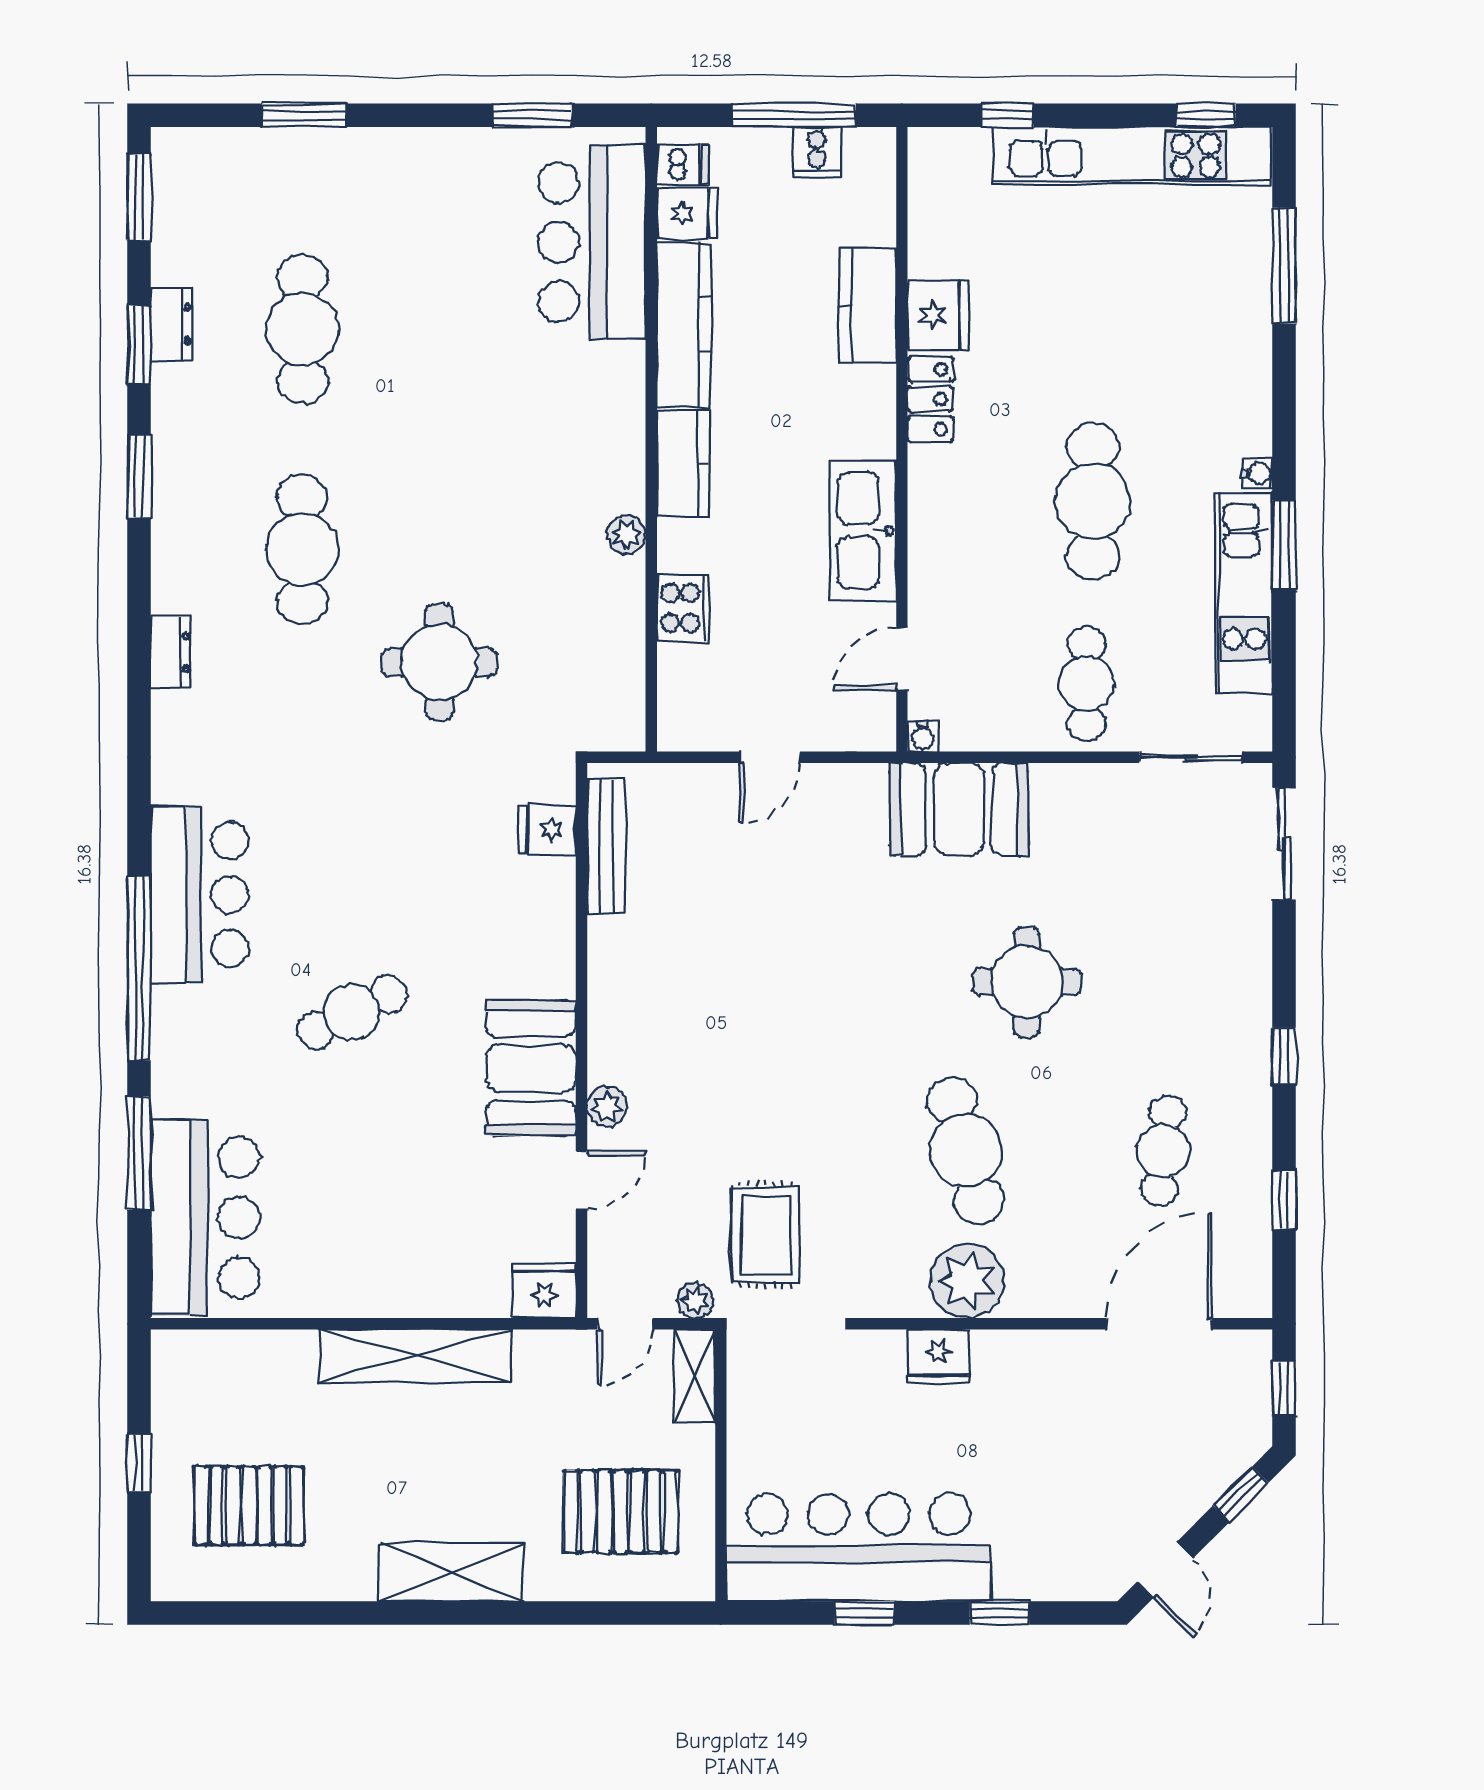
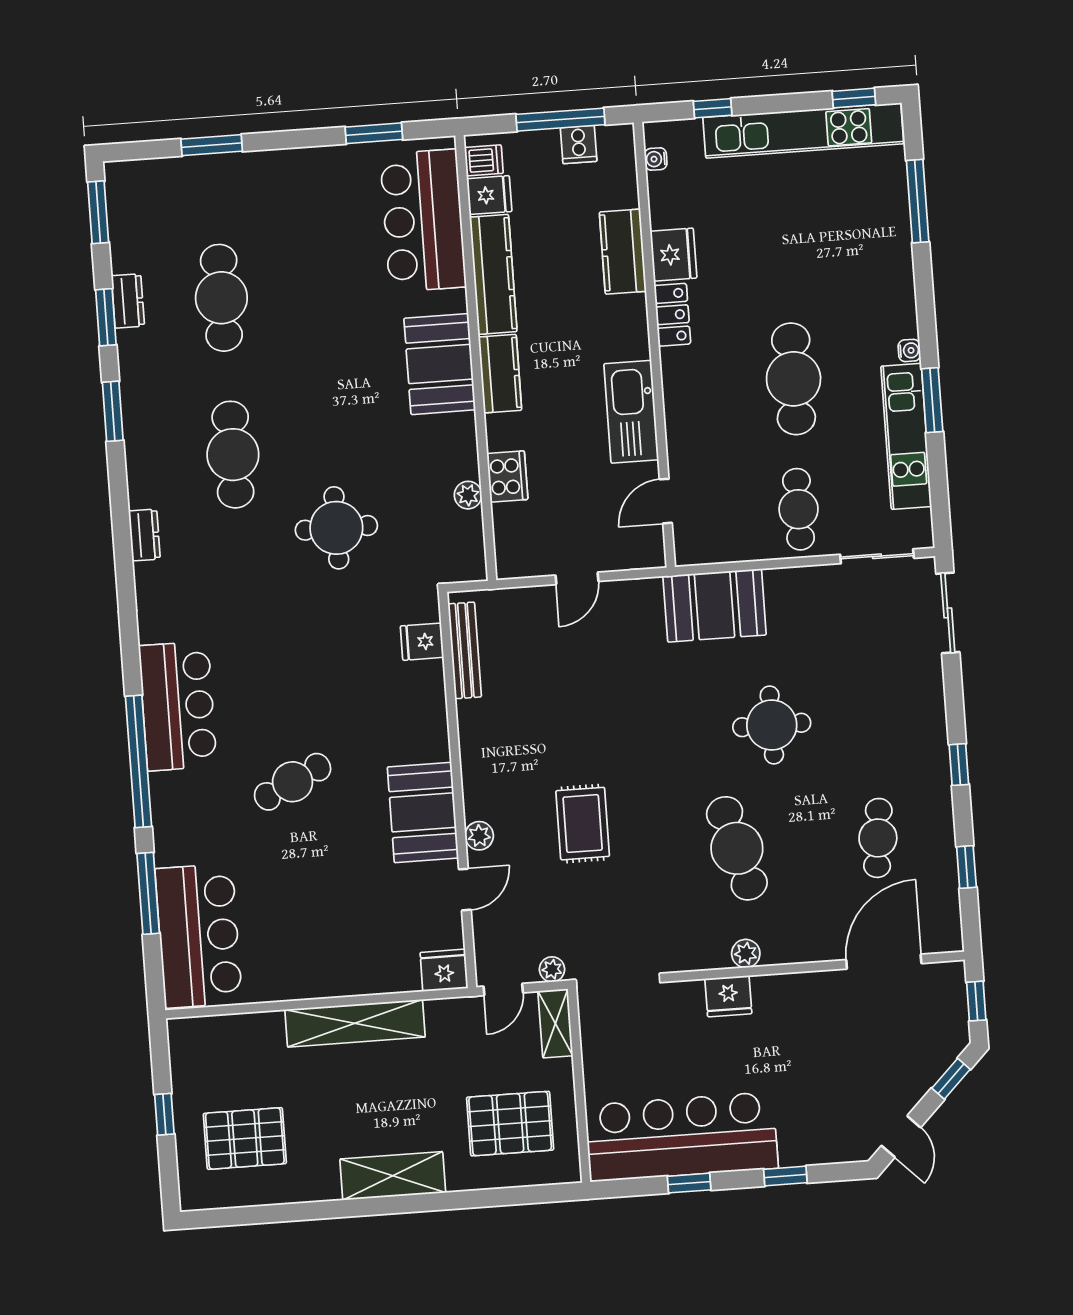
booth: (600, 444) -> (440, 364), added
plant: (626, 535) -> (468, 495), moved
water cooler: (923, 736) -> (656, 159), moved, turned 90
rug: (766, 1235) -> (583, 824), moved
plant: (967, 1281) -> (746, 954), width x0.53, depth x0.53

